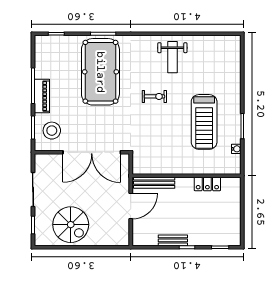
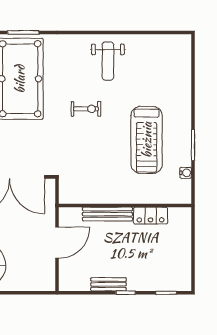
bench: (154, 183) -> (107, 214), moved

